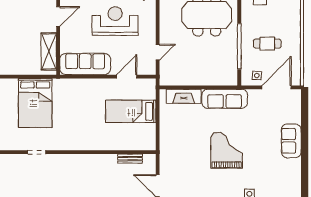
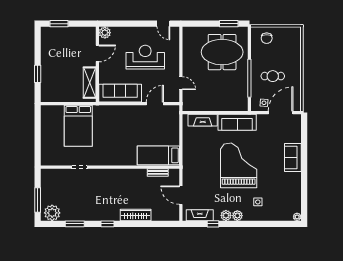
door: (158, 52) -> (181, 83), hinge flipped
bed: (131, 111) -> (158, 155), moved
grand piano: (227, 150) -> (239, 165), width x1.37, depth x1.48

